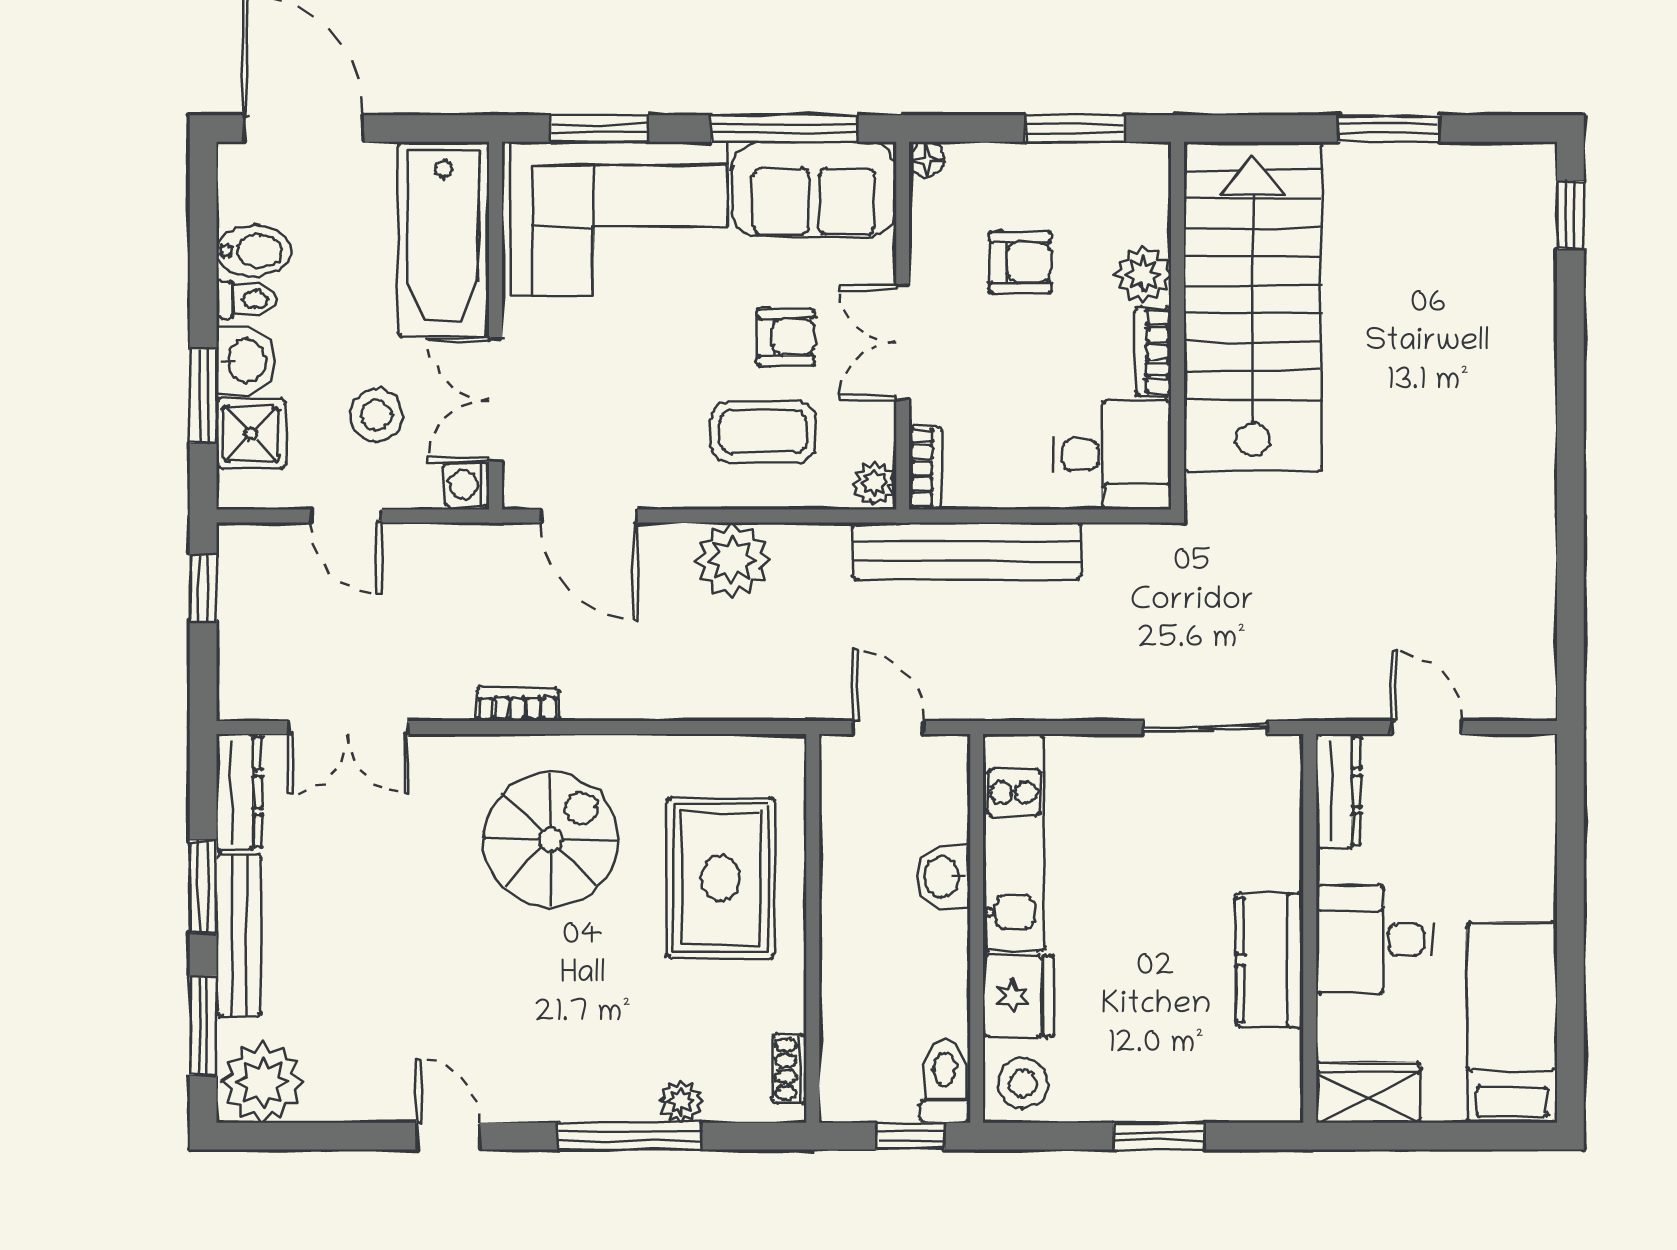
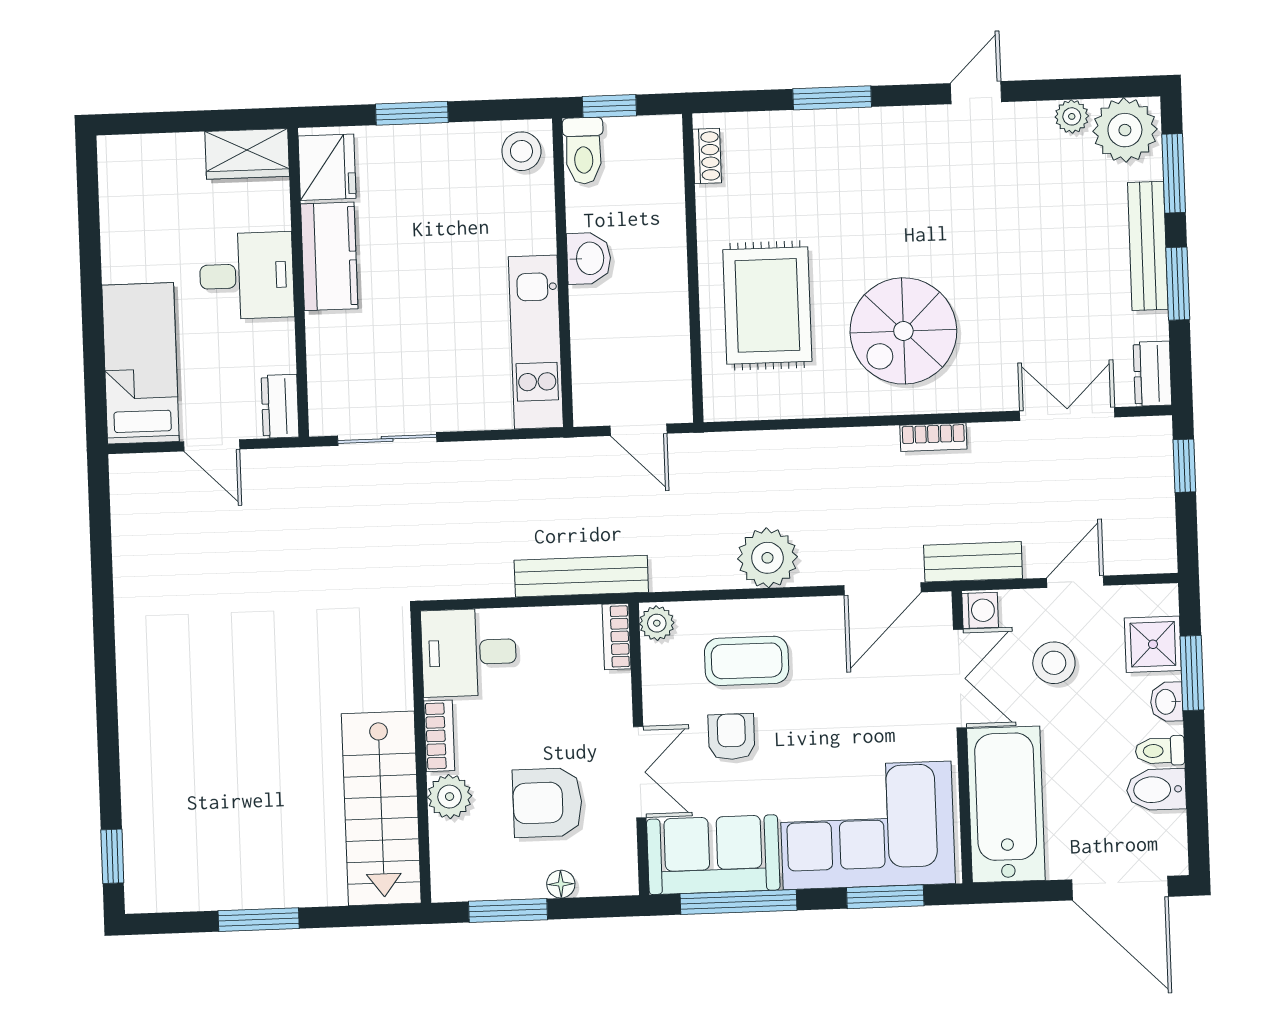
floor lamp: (927, 159) -> (561, 884), moved
armchair: (1020, 262) -> (547, 803), width x1.38, depth x1.38
stairs: (1253, 307) -> (381, 808), width x0.73, depth x0.66
armchair: (786, 337) -> (731, 737), turned 90
double door: (903, 342) -> (640, 772), moved
washbasin: (245, 361) -> (1167, 702), width x0.72, depth x0.69
door: (346, 516) -> (1075, 582), hinge flipped
door: (589, 516) -> (882, 589), swing flipped
bench: (474, 546) -> (973, 562), added
bench: (967, 551) -> (581, 576), width x0.73, depth x0.82
window: (203, 588) -> (1184, 466), moved
dresser: (1338, 791) -> (280, 406), width x0.70
dresser: (239, 792) -> (1152, 374), width x0.70
washbasin: (943, 877) -> (589, 258), moved
fridge: (1018, 996) -> (327, 167), moved, turned 180
bed: (1512, 1023) -> (141, 363), moved, turned 180
plant: (681, 1102) -> (1072, 116), moved
door: (448, 1136) -> (976, 93), swing flipped
window: (629, 1136) -> (832, 98), width x0.69

